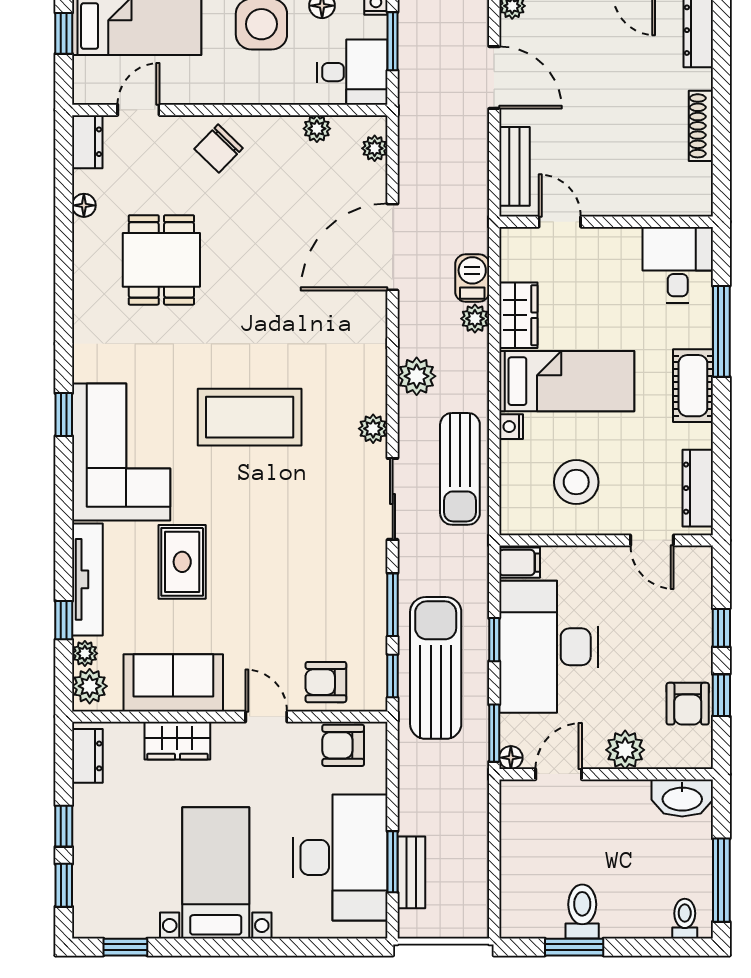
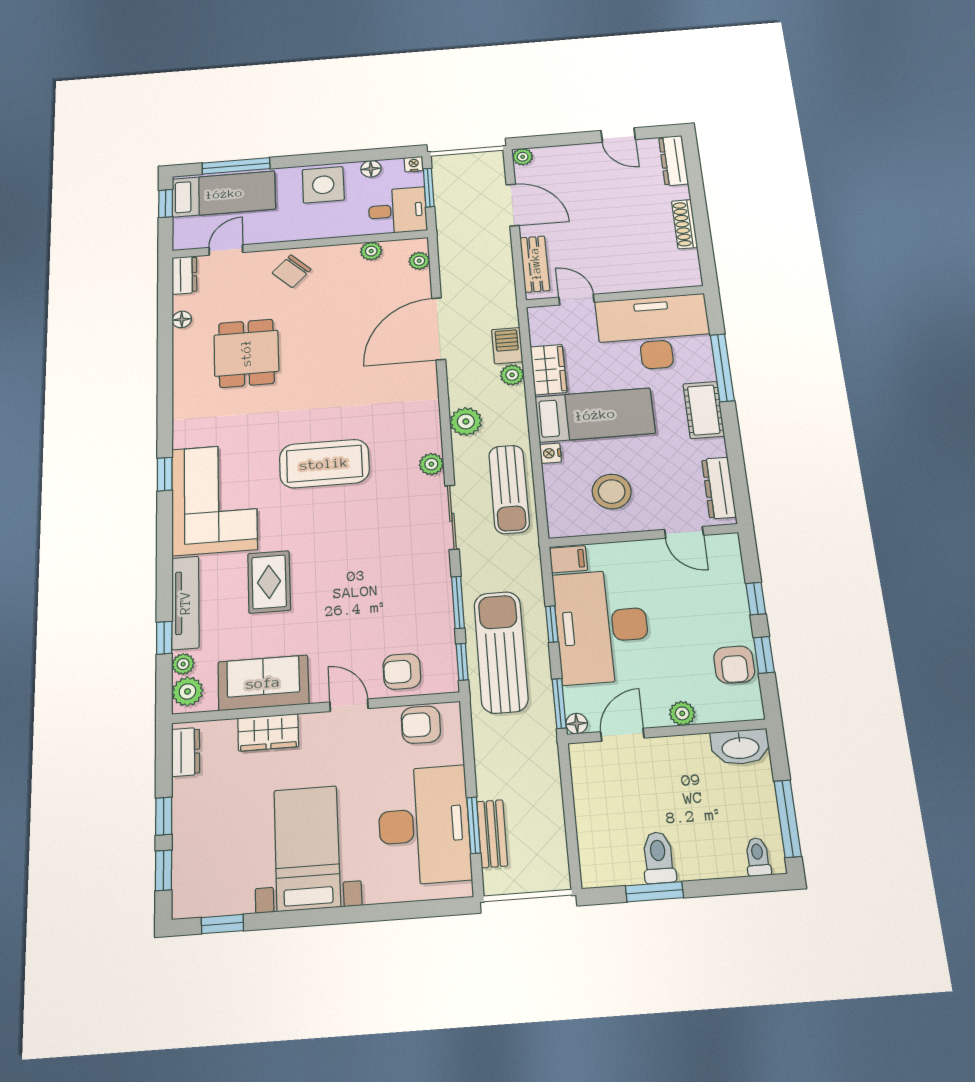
desk: (678, 265) -> (654, 333), width x1.87, depth x1.30
plant: (625, 750) -> (682, 713), width x0.73, depth x0.73

